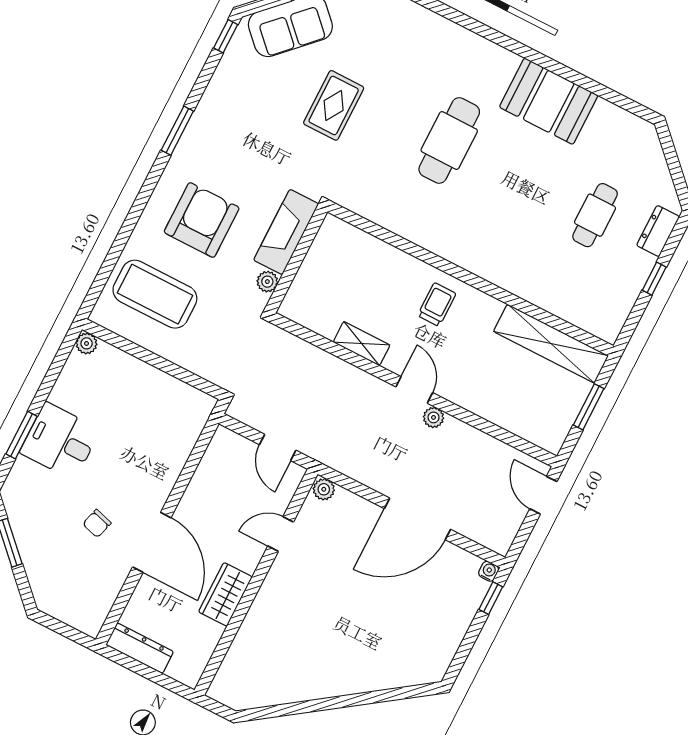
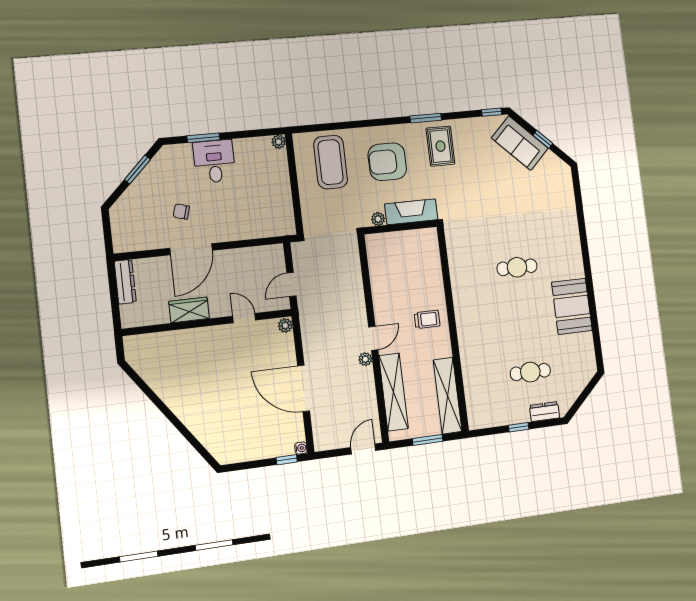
rug: (334, 105) -> (440, 146), moved, turned 90
cafe table: (449, 141) -> (517, 267), width x0.73, depth x0.74
armchair: (202, 220) -> (387, 162), turned 180
shelving: (362, 344) -> (394, 392), moved, width x2.20, depth x1.33

